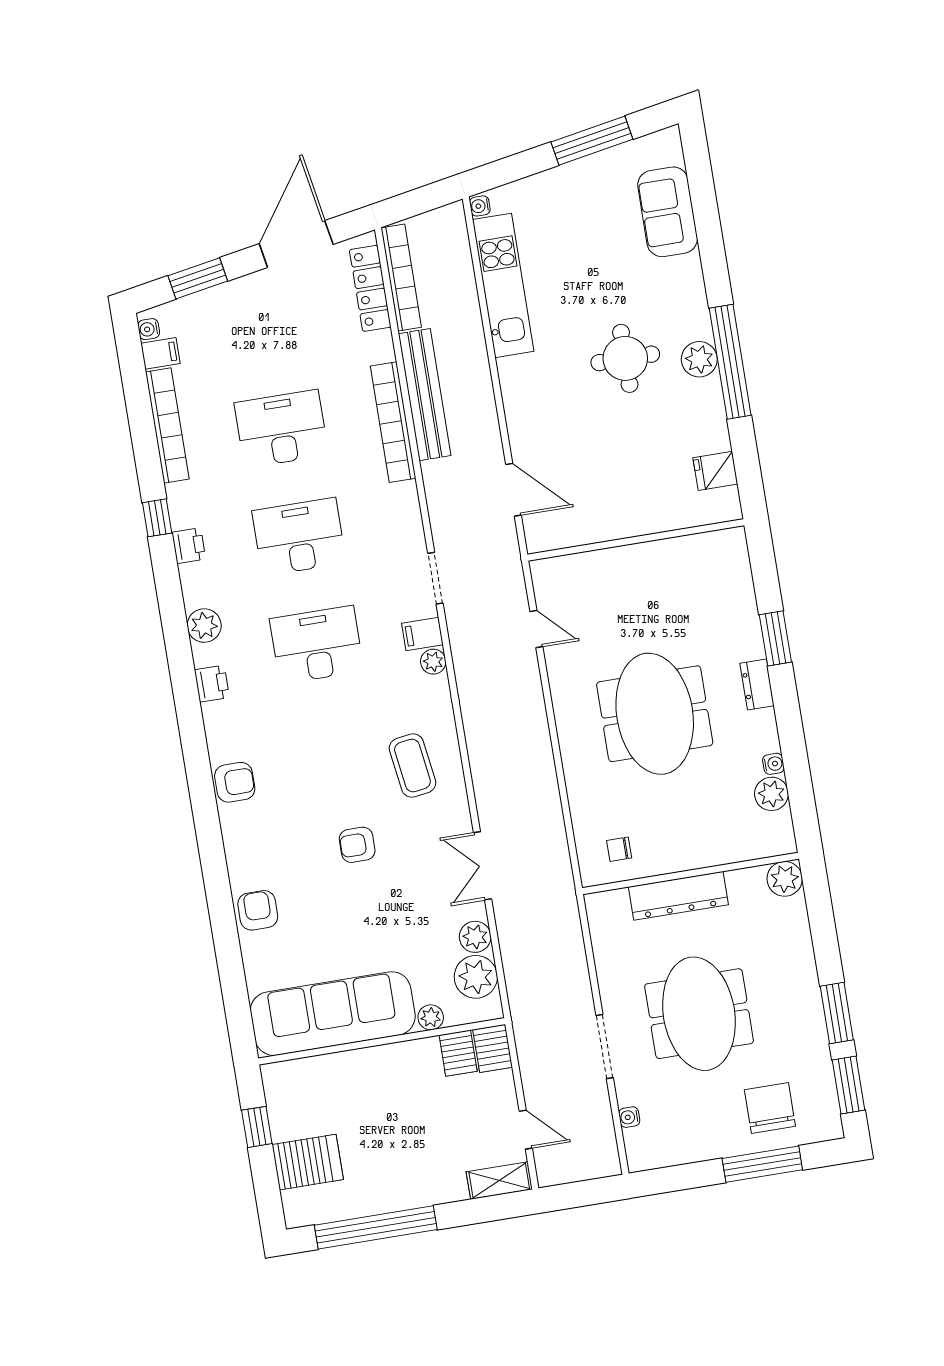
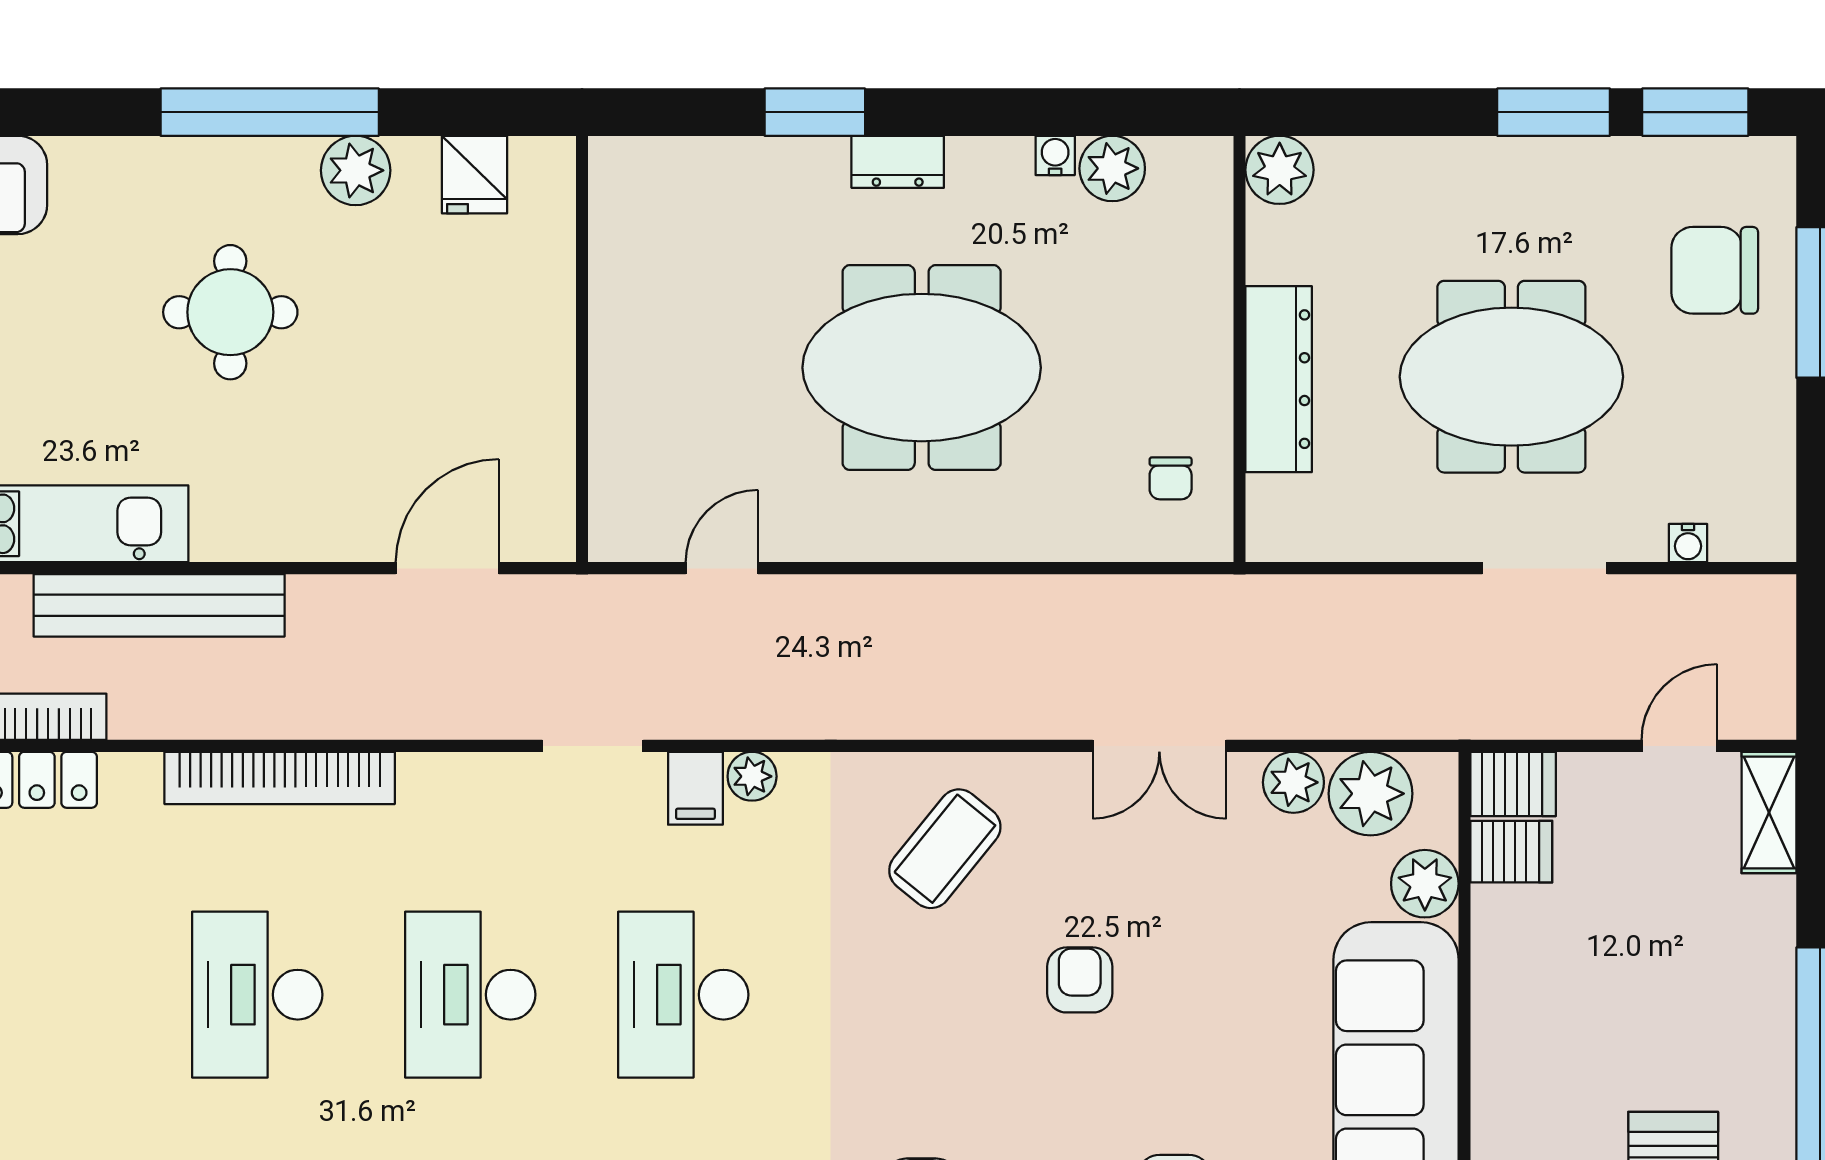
plant: (699, 359) -> (356, 170), moved
bench: (425, 395) -> (159, 605), moved
coffee table: (412, 765) -> (945, 849), turned -43
armchair: (357, 845) -> (1080, 980), turned 180
plant: (431, 1017) -> (1425, 884), width x1.38, depth x1.38

